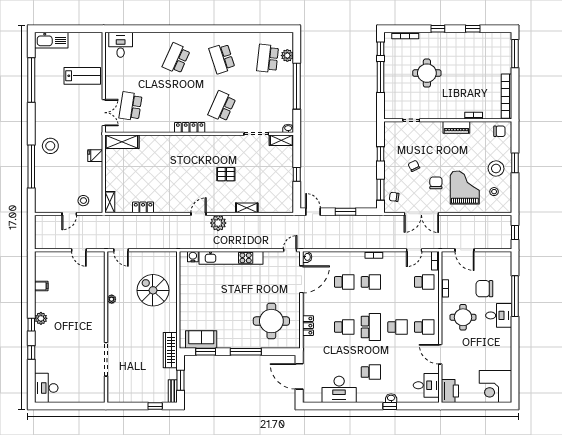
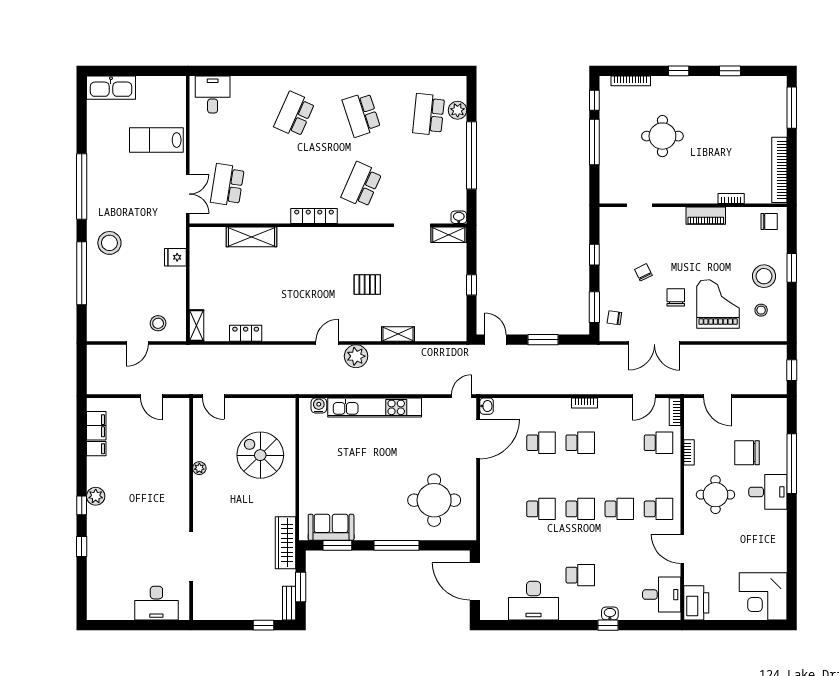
lab bench: (82, 76) -> (156, 140), turned 180
window: (31, 80) -> (82, 186), moved
shelving: (122, 142) -> (252, 237), moved
filing cabinet: (41, 270) -> (96, 426), added
locker: (308, 326) -> (488, 507), removed
school desk: (371, 327) -> (580, 509), width x0.54
desk: (46, 388) -> (156, 603), moved, turned -90

